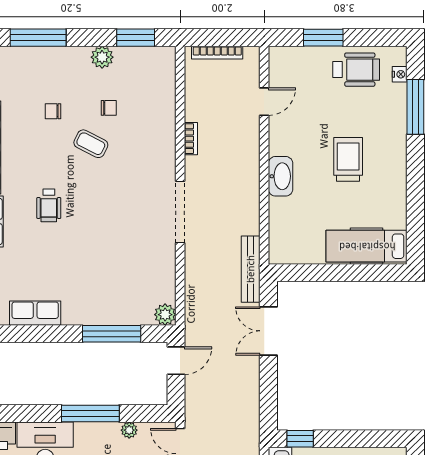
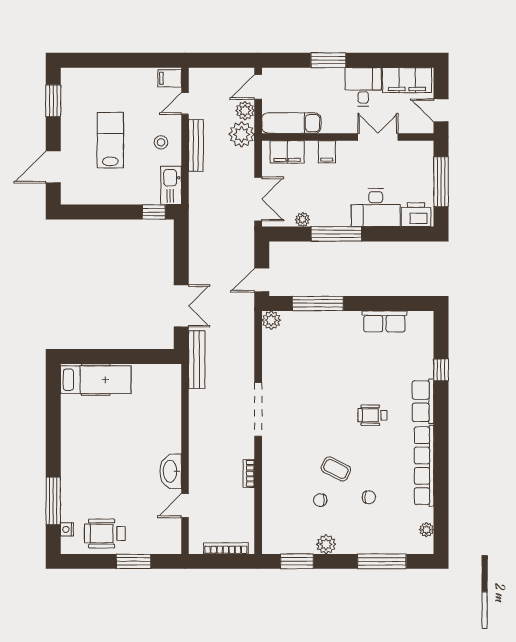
trolley: (348, 159) -> (112, 455), removed
washbasin: (281, 176) -> (171, 471), moved
wheelchair: (49, 205) -> (373, 415), turned -90

